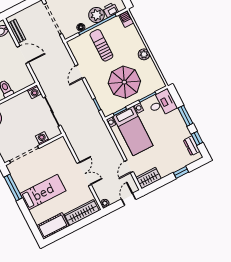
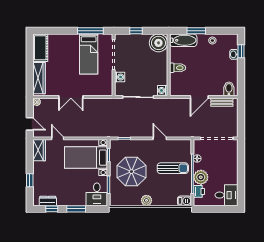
bed: (43, 192) -> (89, 54), moved

